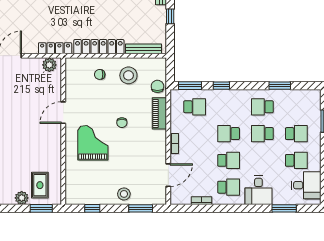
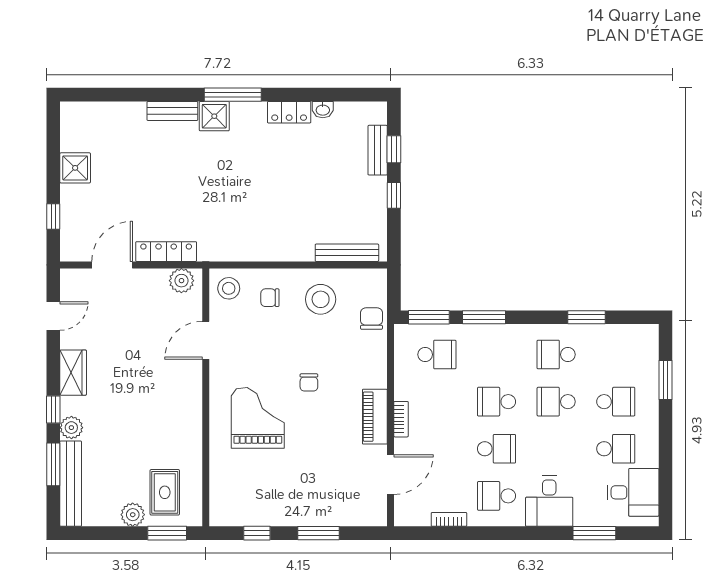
locker: (99, 47) -> (269, 249), removed
locker: (55, 48) -> (166, 252), moved
window: (221, 86) -> (484, 317), width x1.50
door: (63, 113) -> (206, 340), moved
piano: (159, 113) -> (375, 417), moved
school desk: (229, 187) -> (496, 496), turned 180
stool: (124, 194) -> (229, 288), moved
window: (141, 208) -> (319, 533), moved

